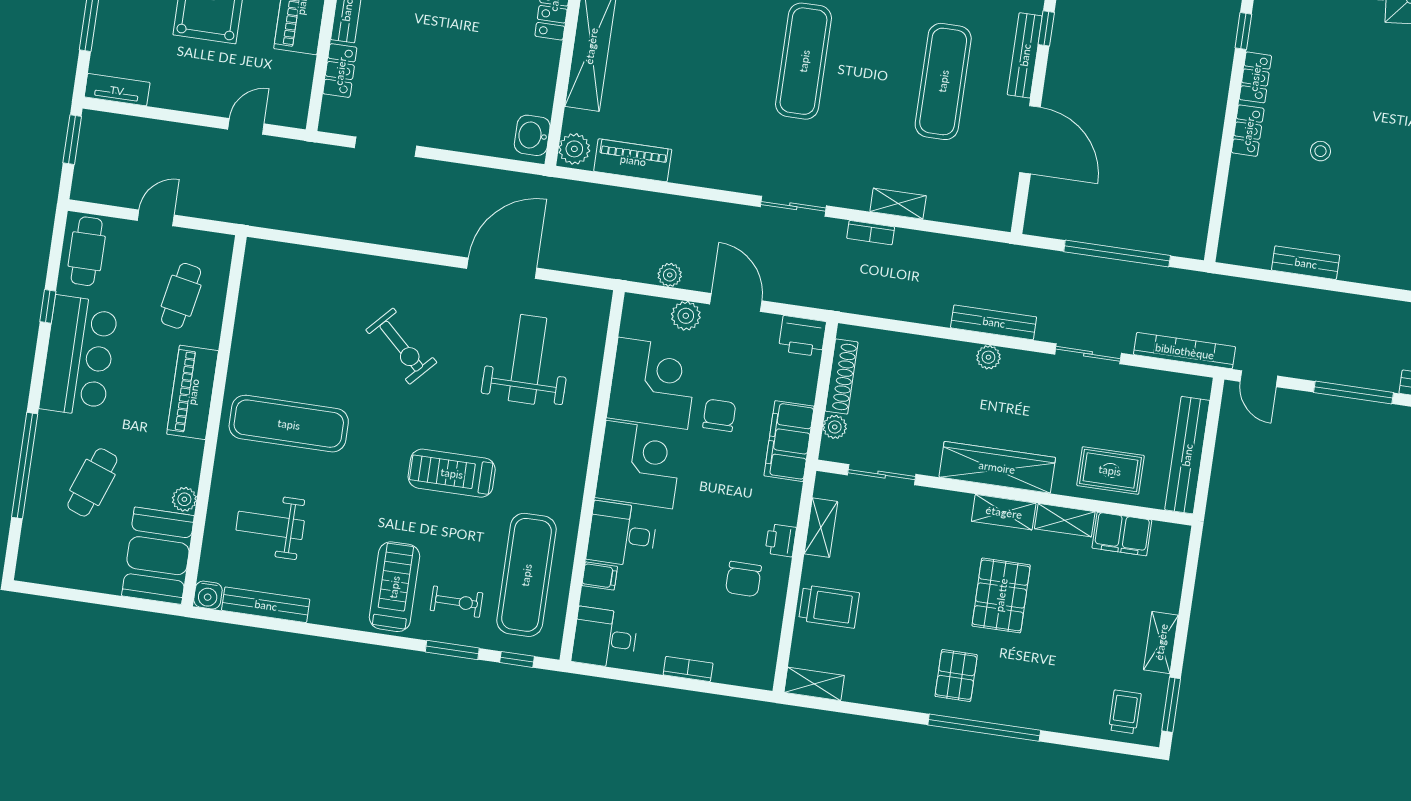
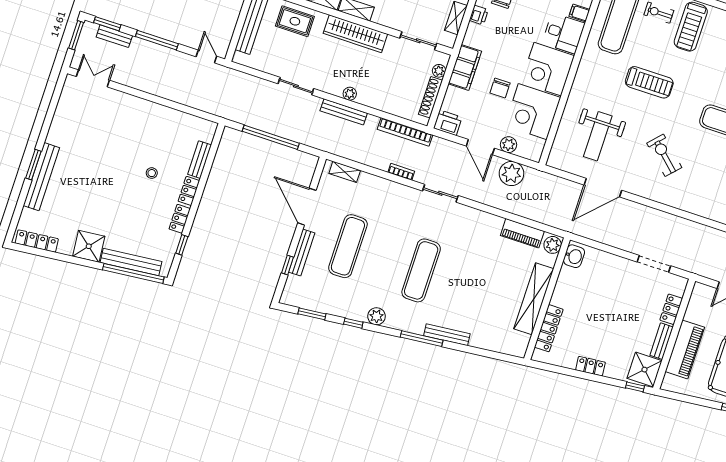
shelving: (898, 204) -> (345, 172), moved
bench: (1306, 263) -> (200, 160), moved, turned 90
plant: (670, 275) -> (511, 174), width x1.88, depth x1.88
bookcase: (1185, 351) -> (405, 132), moved

